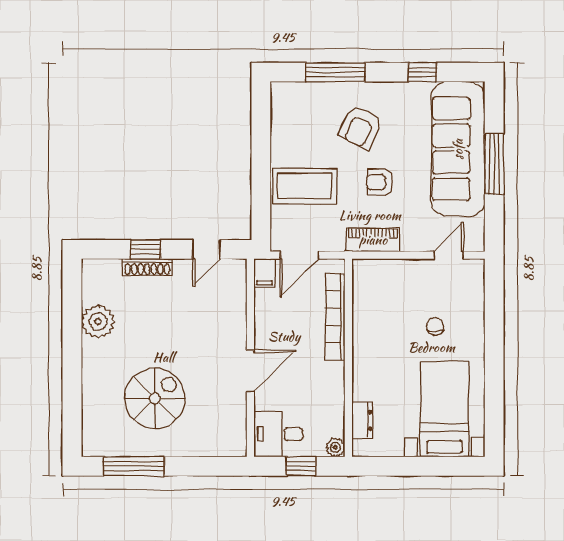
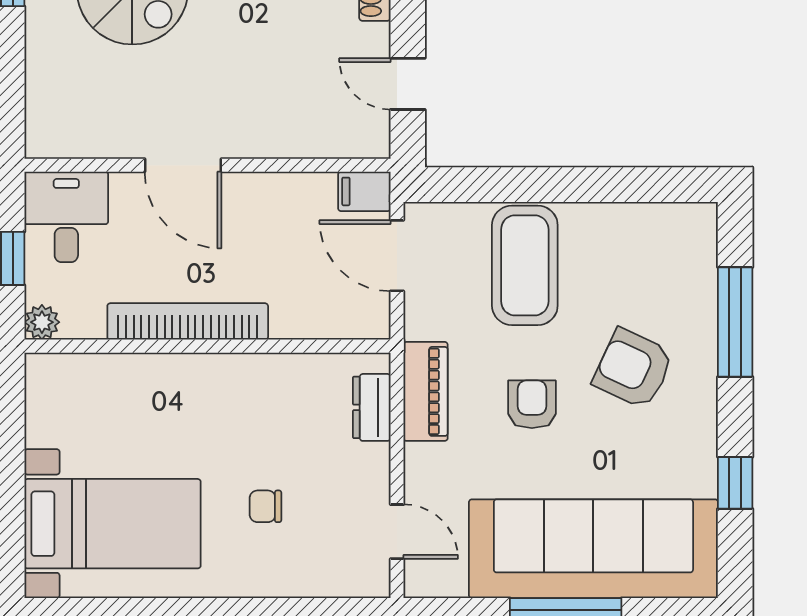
bookcase: (335, 317) -> (188, 321), moved
chair: (435, 326) -> (265, 506), turned 180
dresser: (362, 420) -> (372, 407), moved, turned 90

